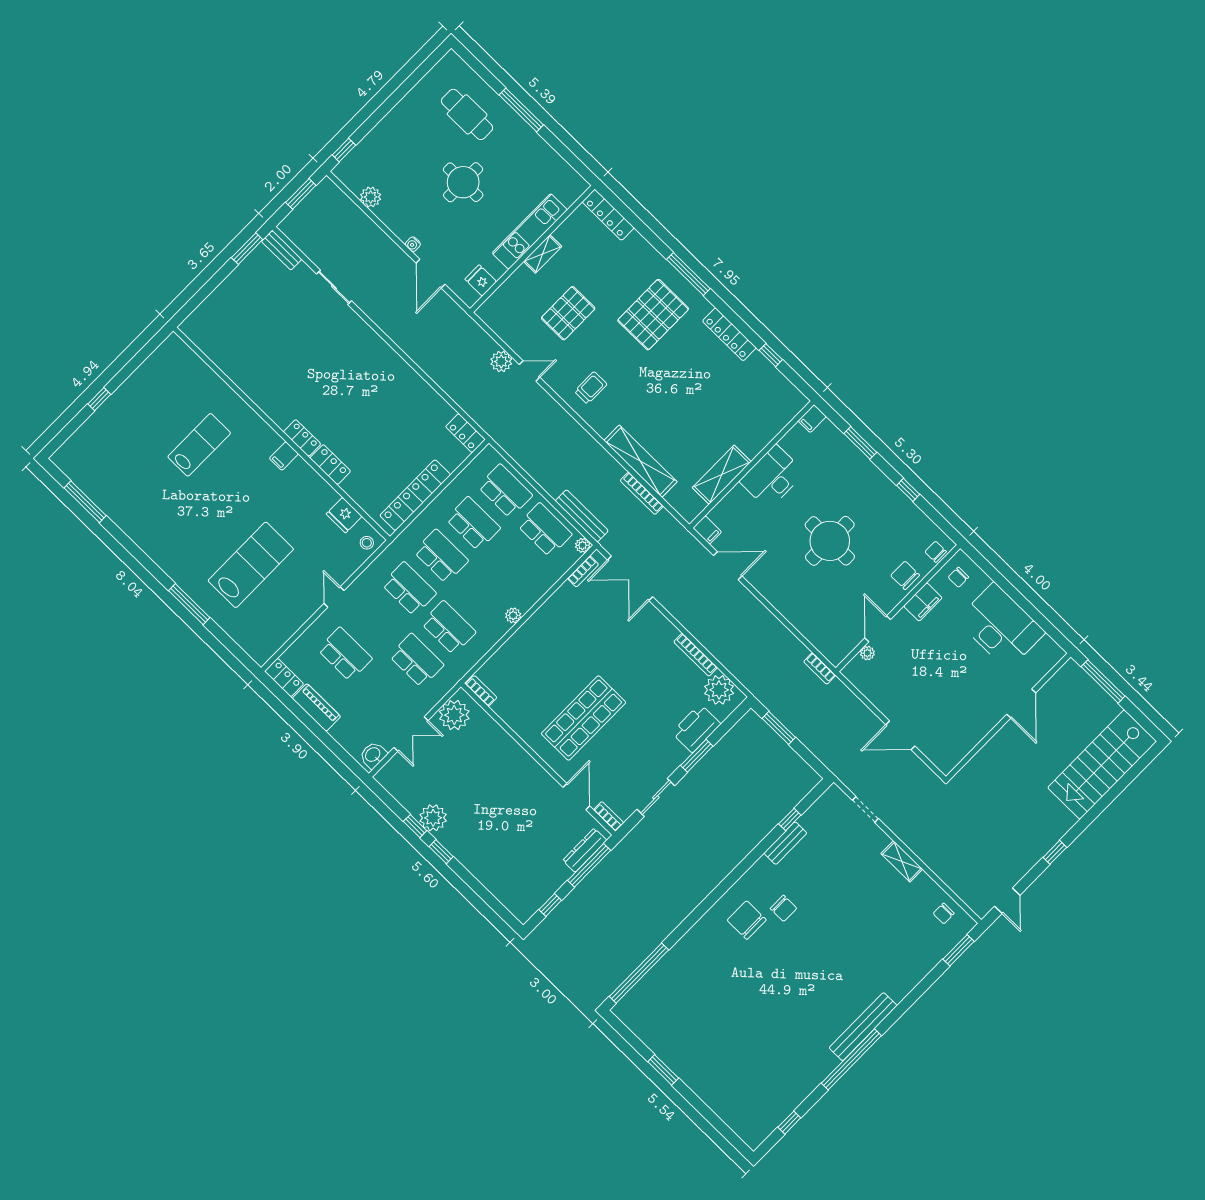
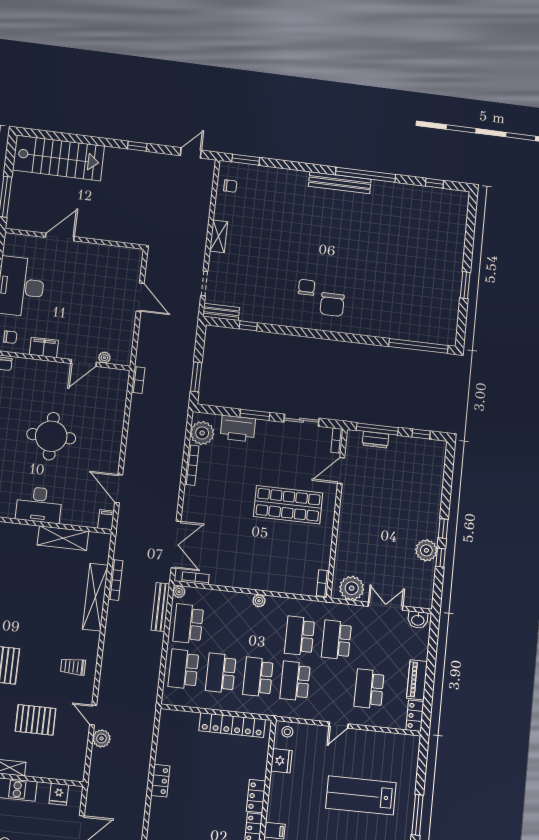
locker: (465, 433) -> (160, 781), moved
chair: (905, 575) -> (36, 372), removed
bench: (785, 843) -> (221, 312), moved
dresser: (585, 850) -> (375, 440), width x0.70

